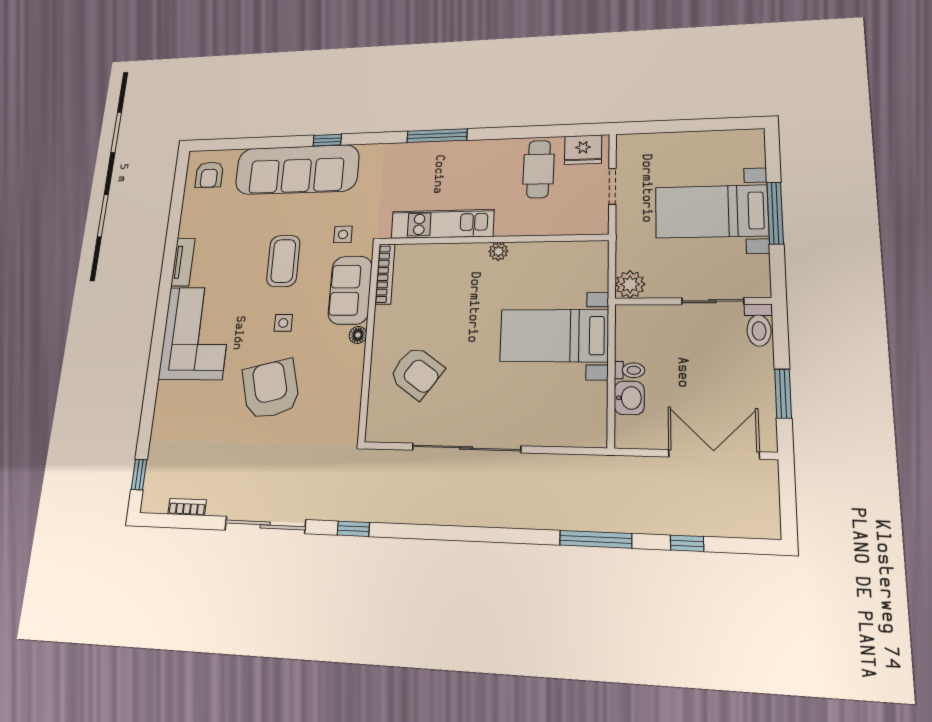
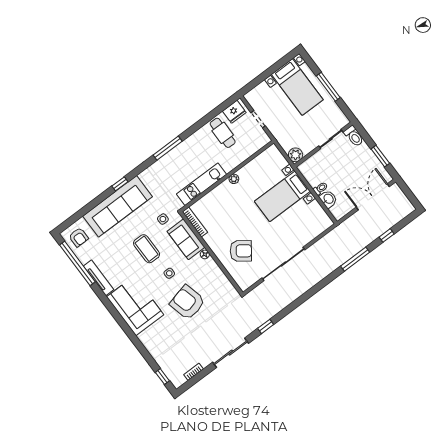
window: (176, 210) -> (77, 263), added
bed with nightstands: (711, 211) -> (297, 87), moved, turned -90
tv unit: (183, 262) -> (99, 278), width x1.41

